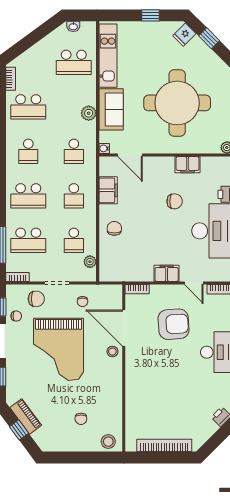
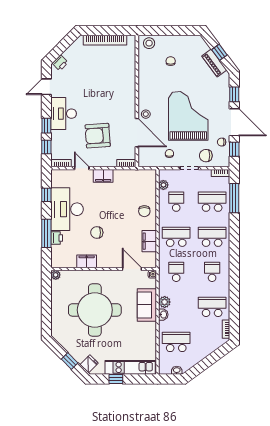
kitchen unit: (108, 56) -> (130, 367), moved, turned 90
washbasin: (90, 97) -> (163, 315), added
school desk: (74, 196) -> (176, 237), width x1.85

